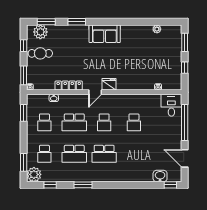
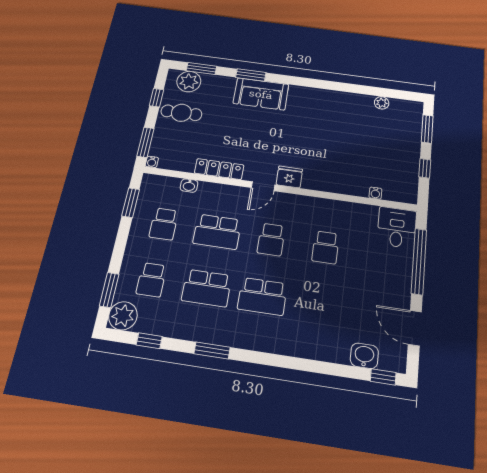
sofa: (105, 34) -> (261, 94), moved

